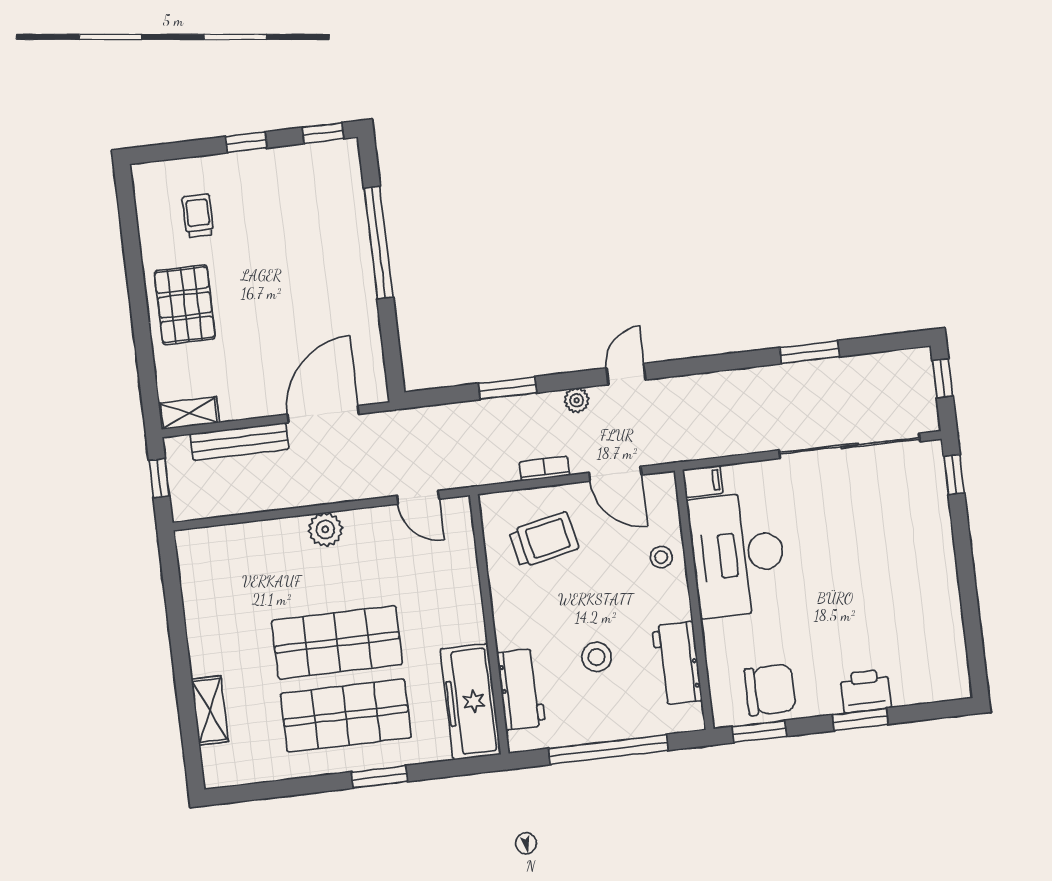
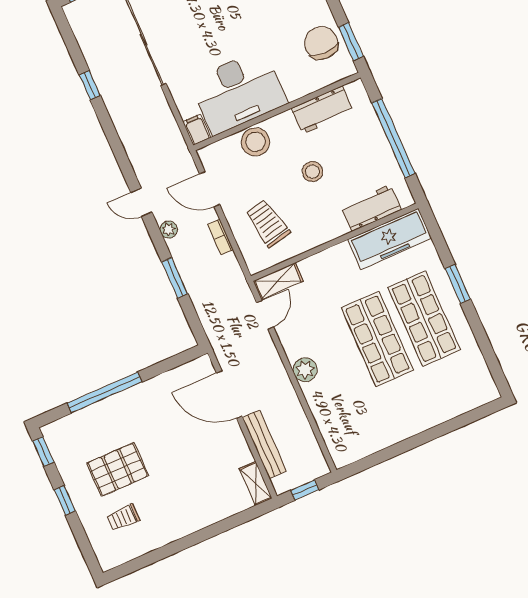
pallet: (185, 305) -> (118, 470), moved
window: (809, 352) -> (90, 85), width x0.67
door: (615, 474) -> (210, 189), swing flipped
stool: (661, 557) -> (255, 142), width x1.89, depth x1.89
stool: (597, 657) -> (312, 172), moved
shelving: (210, 710) -> (278, 281), moved

